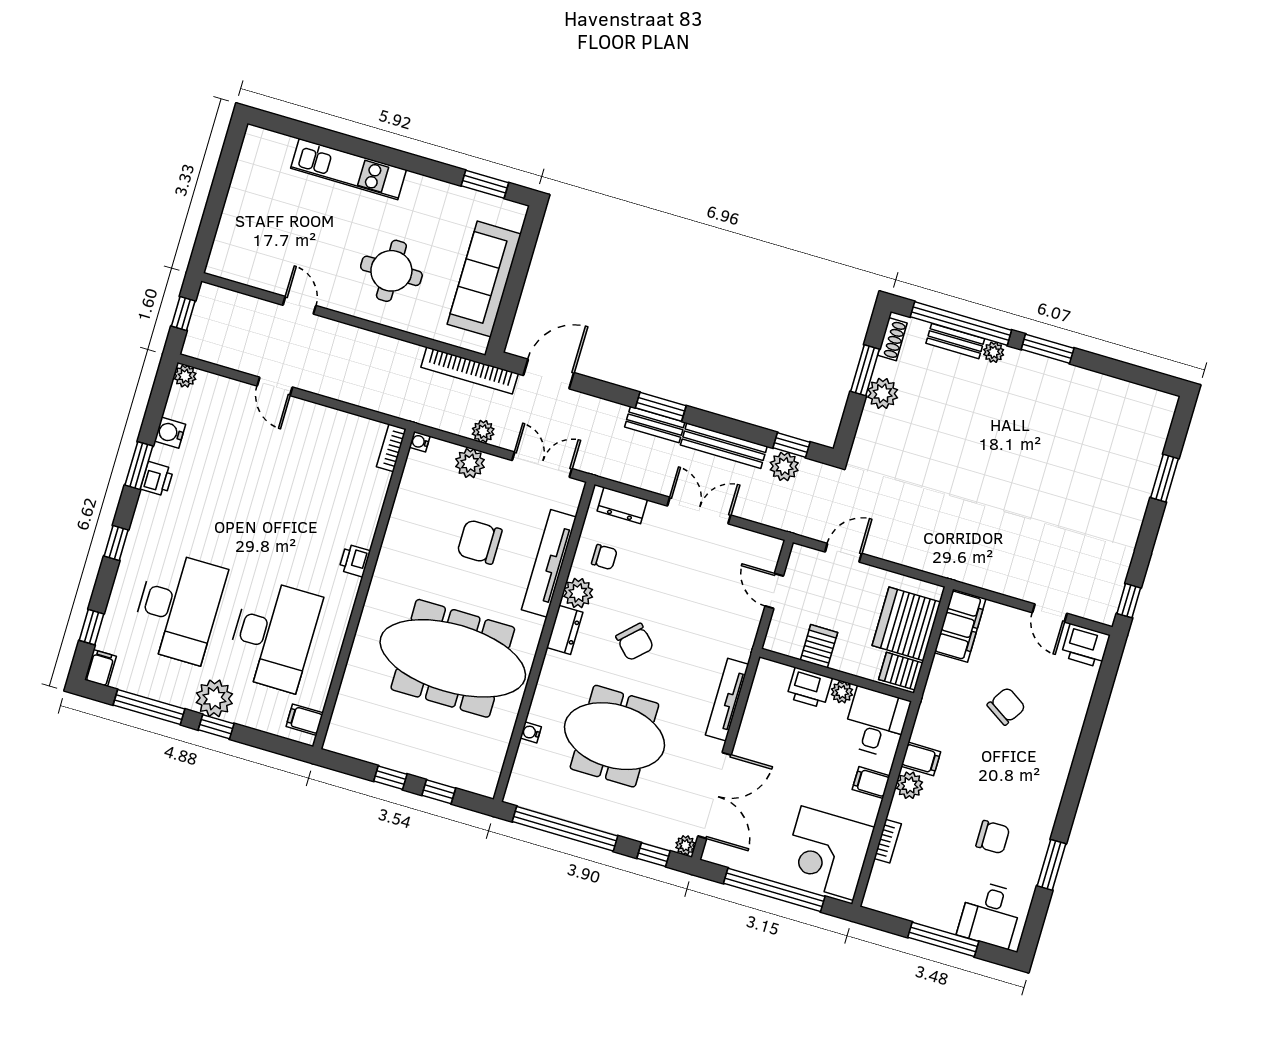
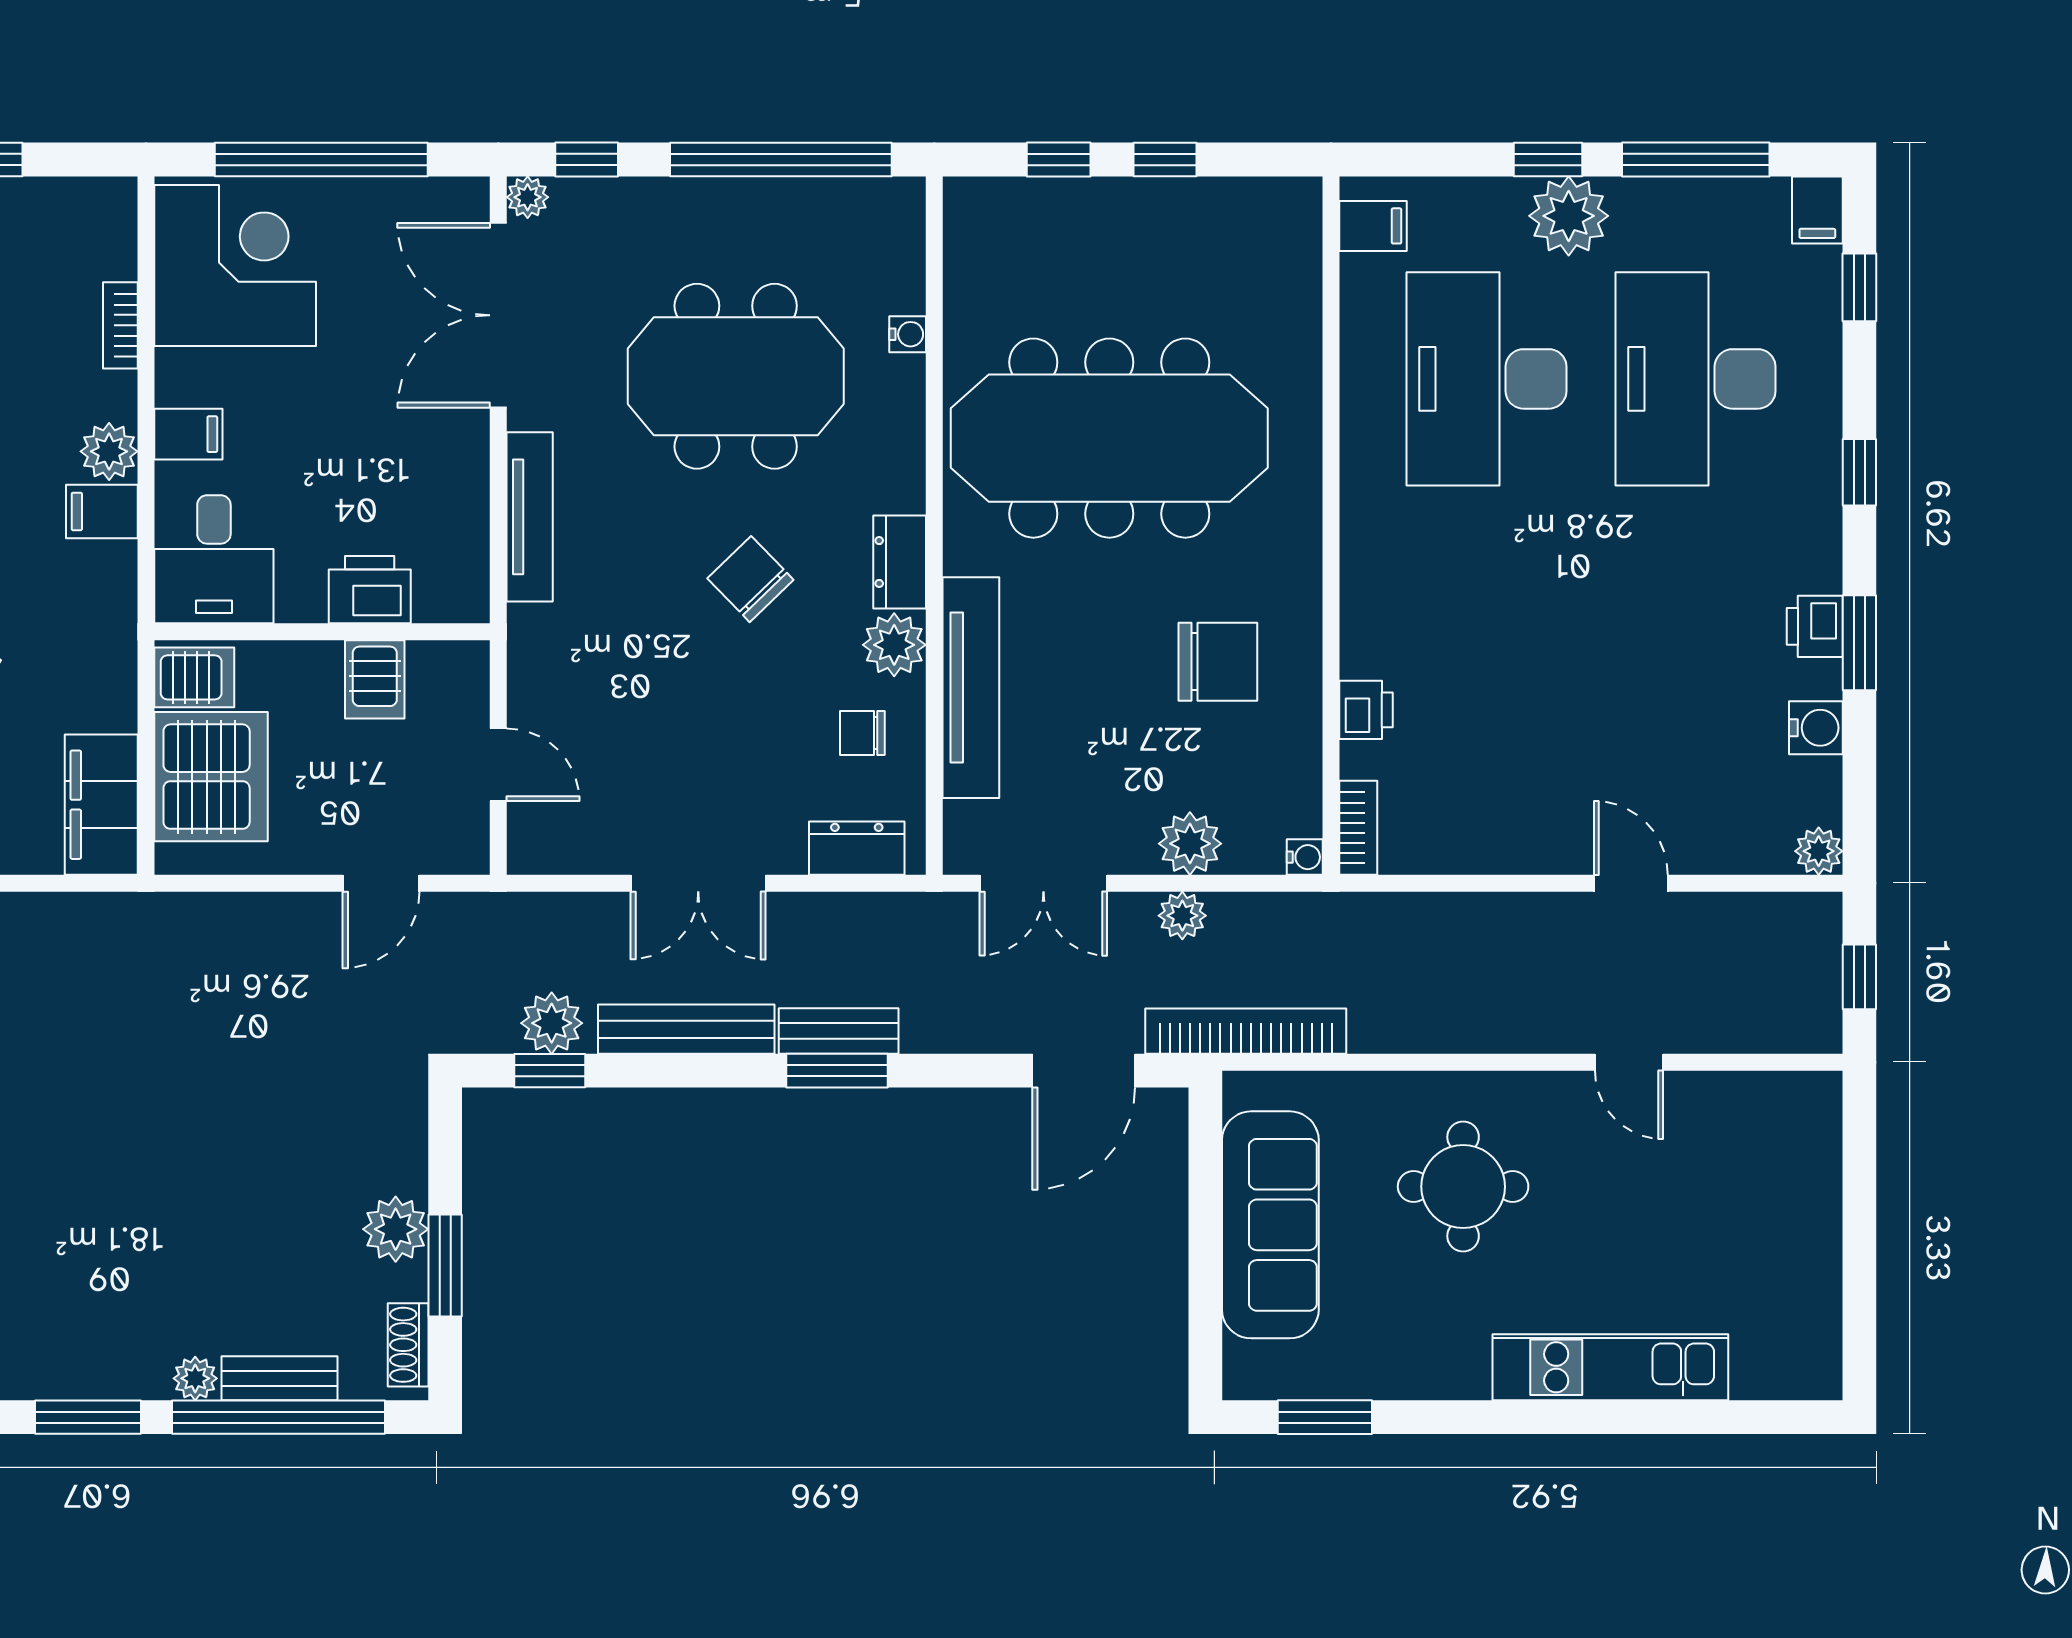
chair: (480, 542) -> (1218, 662), moved
printer: (355, 560) -> (1366, 710), moved
plant: (842, 692) -> (301, 600), removed

